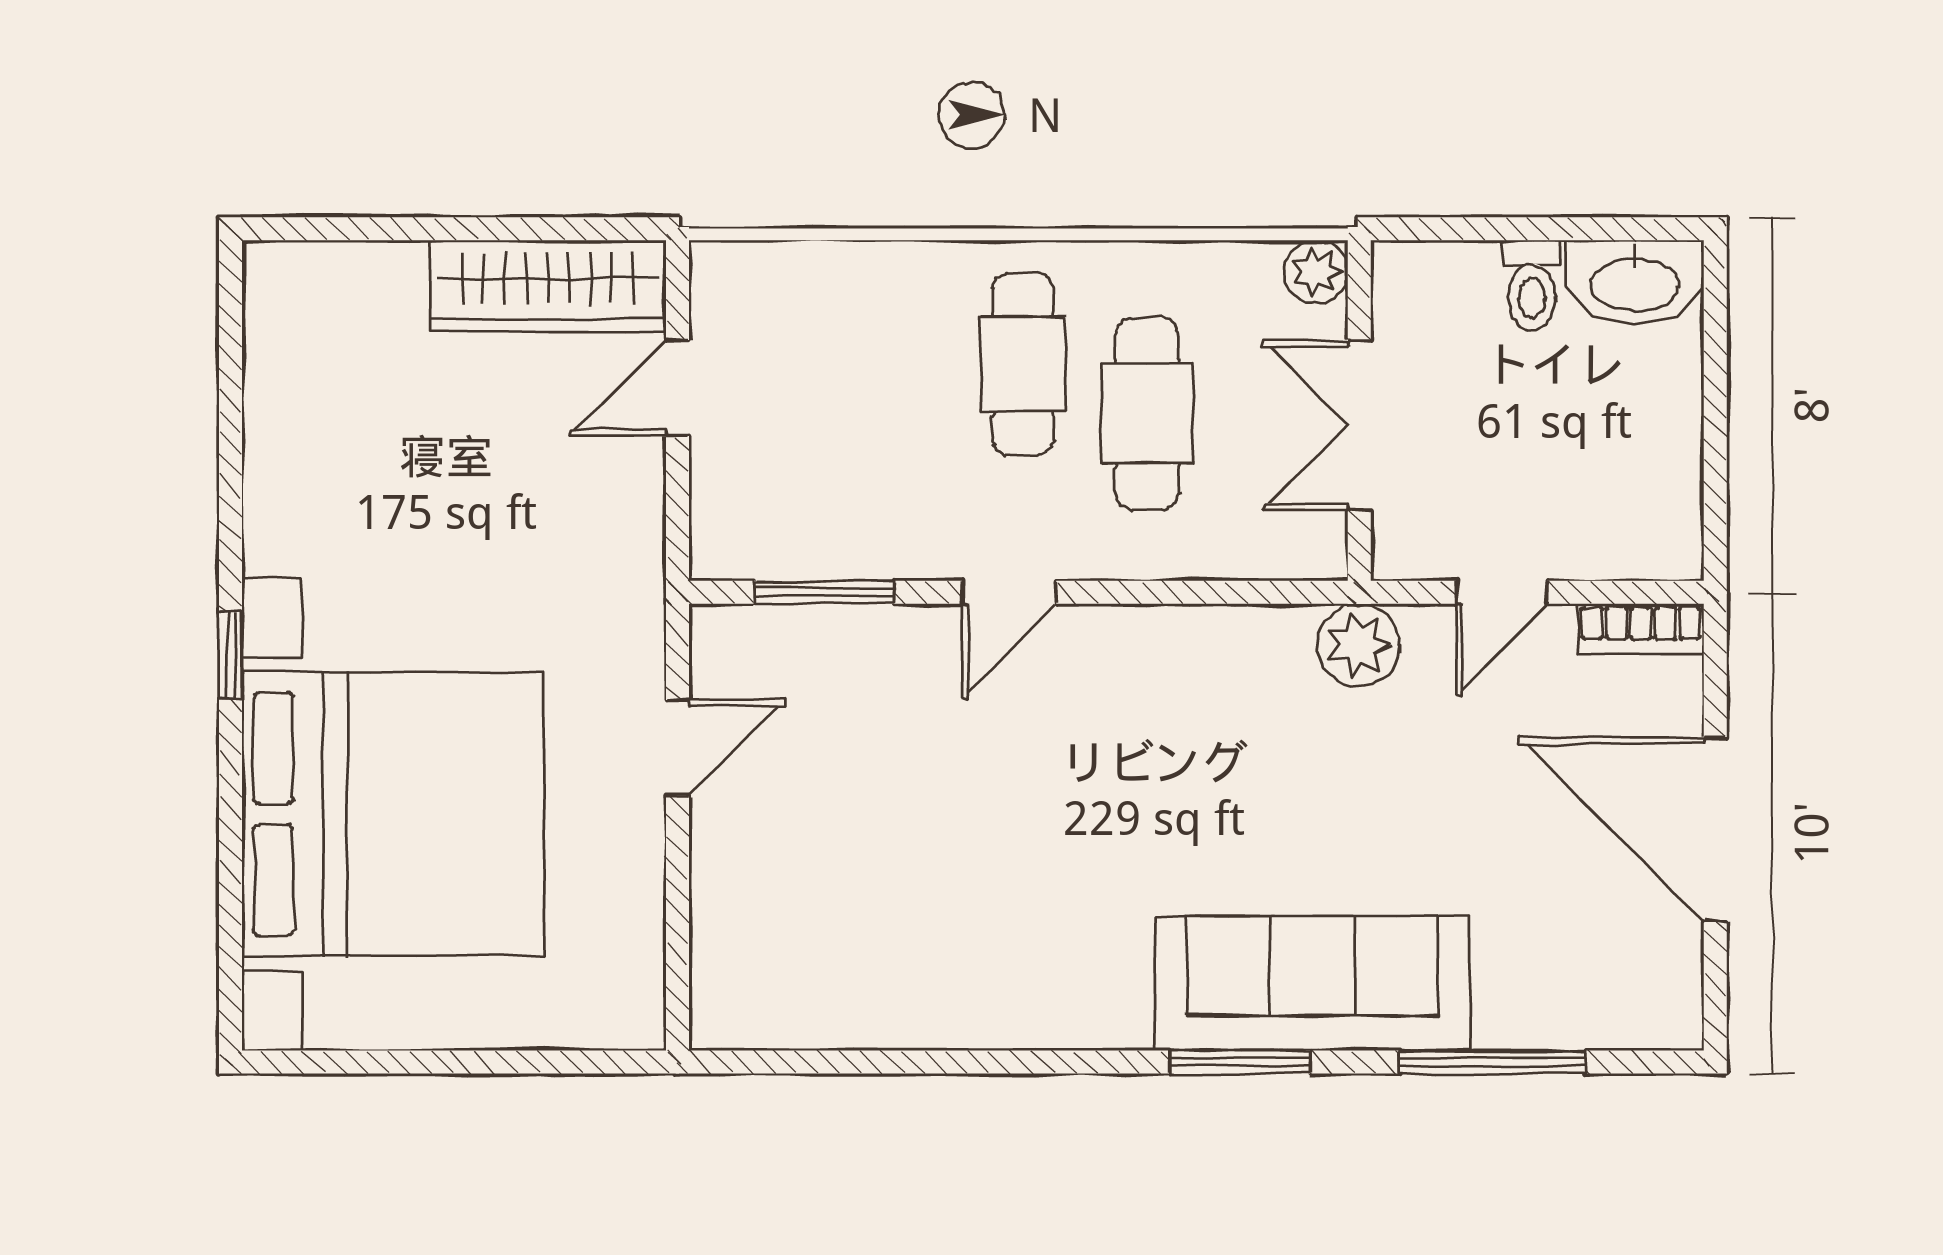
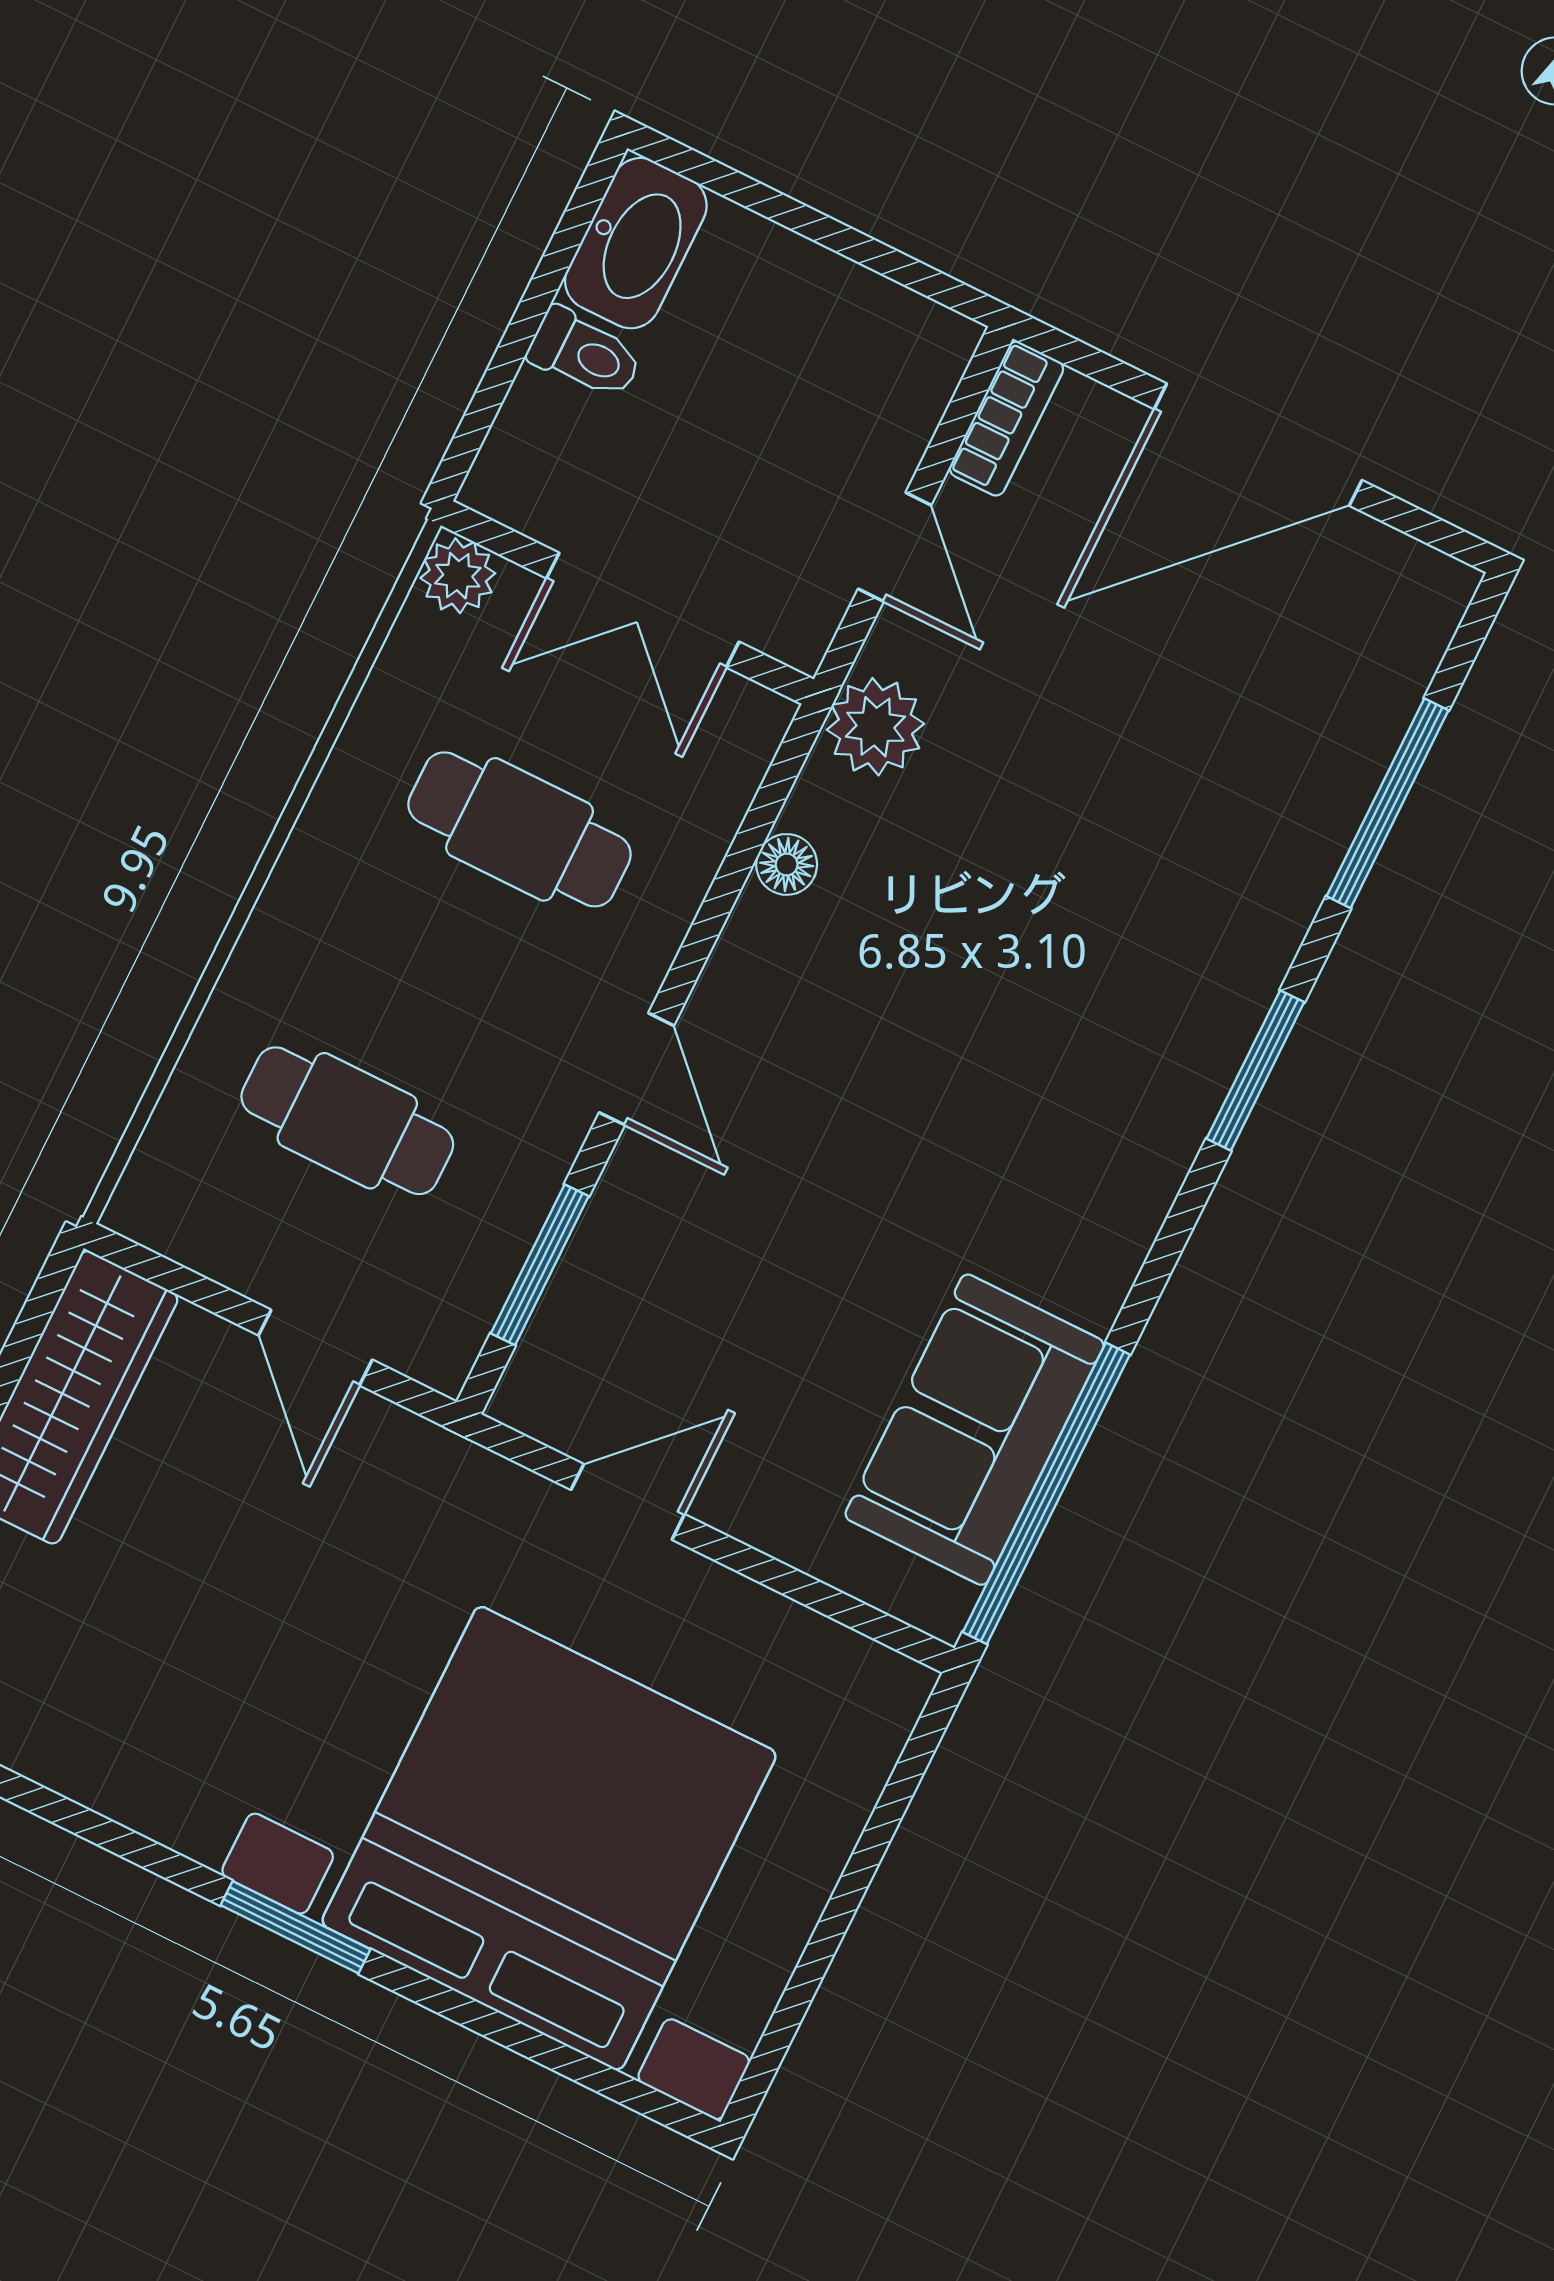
cafe table: (1023, 364) -> (347, 1121), moved
door: (677, 388) -> (315, 1348), moved
floor lamp: (1220, 629) -> (787, 864), added
window: (230, 655) -> (296, 1927), width x1.50
door: (677, 748) -> (628, 1502), hinge flipped
sofa: (1312, 984) -> (975, 1430), moved, width x0.73
window: (841, 1062) -> (1046, 1493), added

